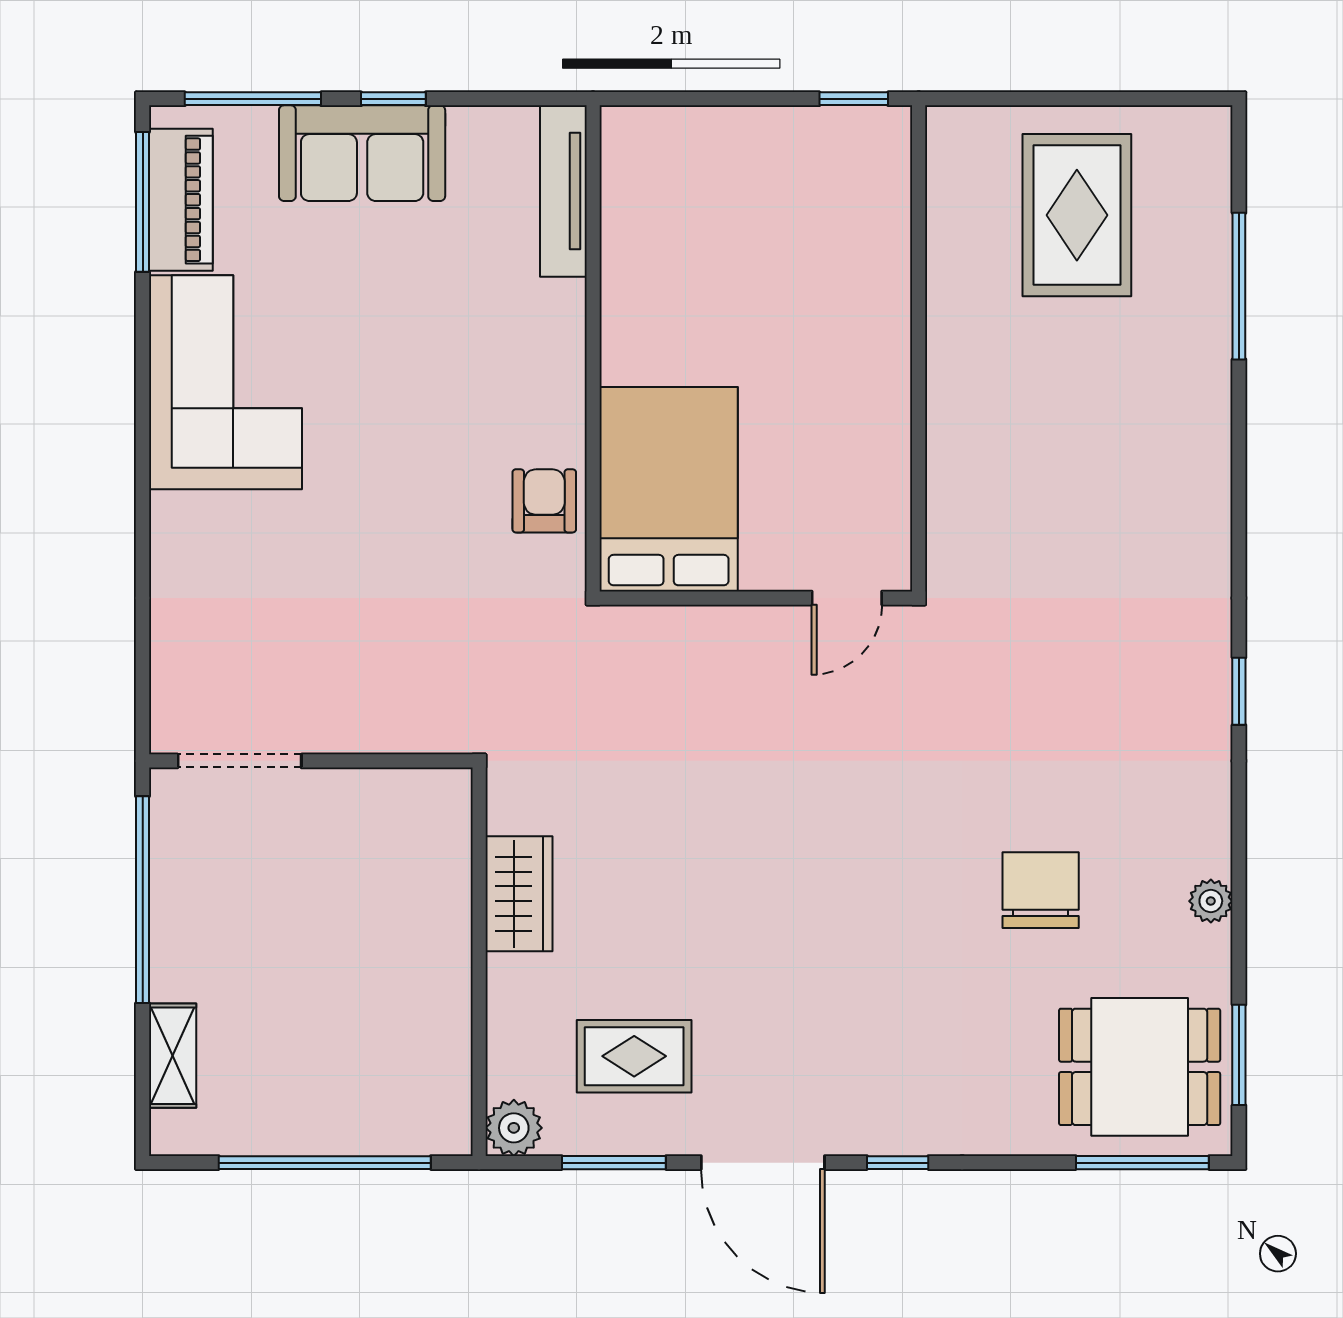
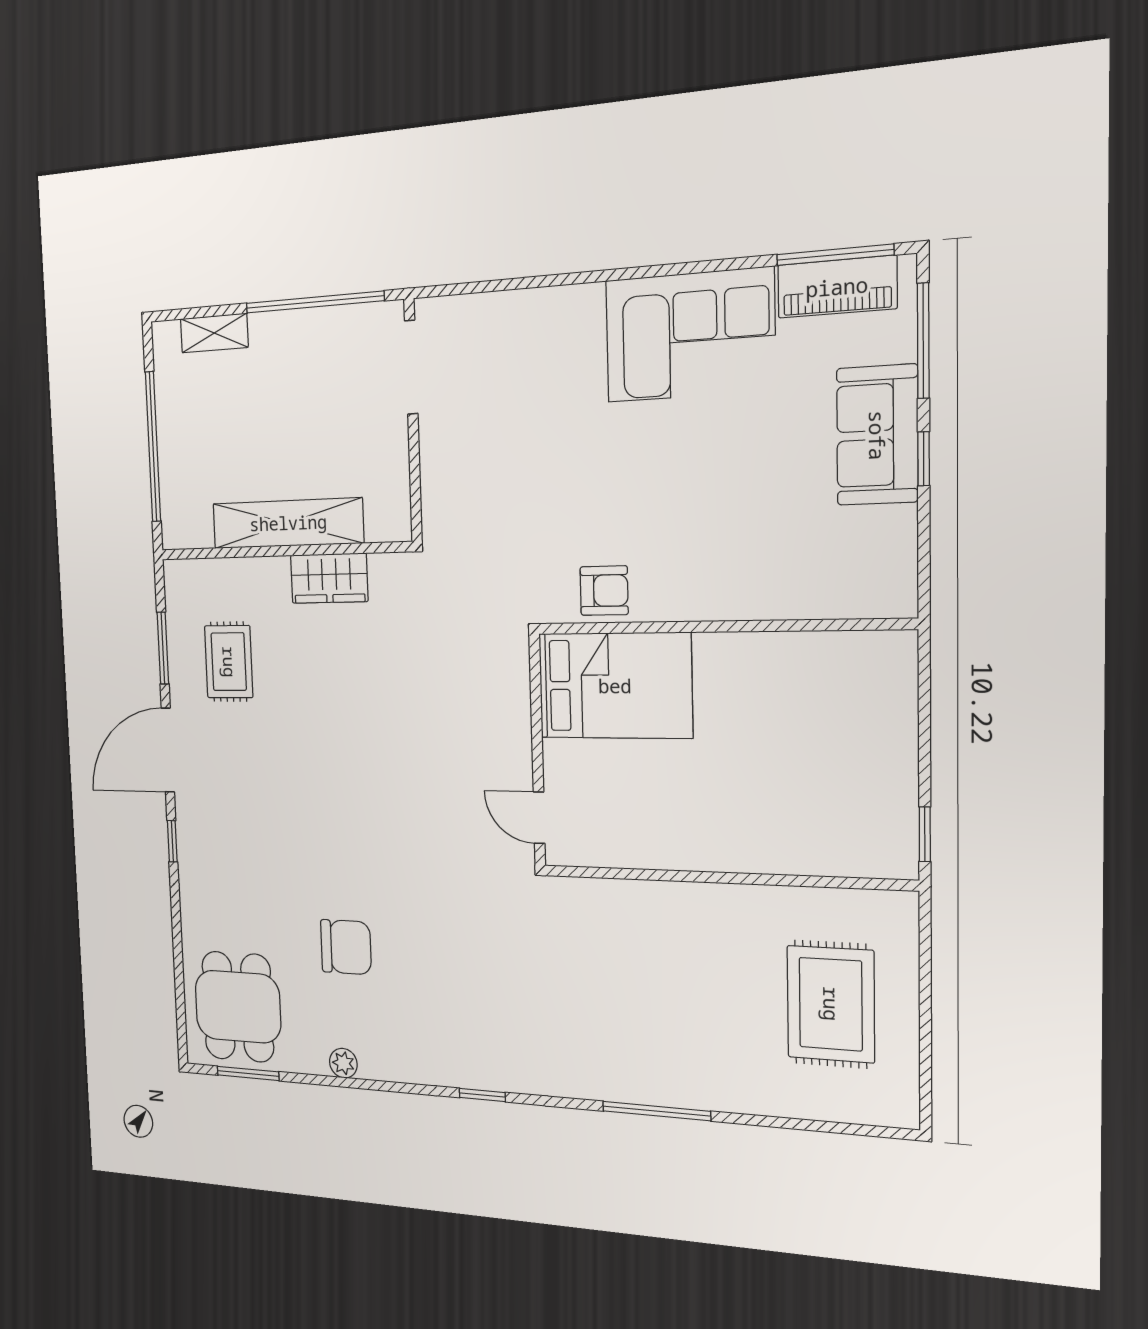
tv unit: (563, 191) -> (847, 601), removed
rug: (1077, 215) -> (831, 1004), turned 90
window: (1239, 286) -> (656, 1111), moved
shelving: (441, 954) -> (288, 523), added
plant: (514, 1128) -> (181, 578), removed
window: (1142, 1163) -> (180, 1004), removed

